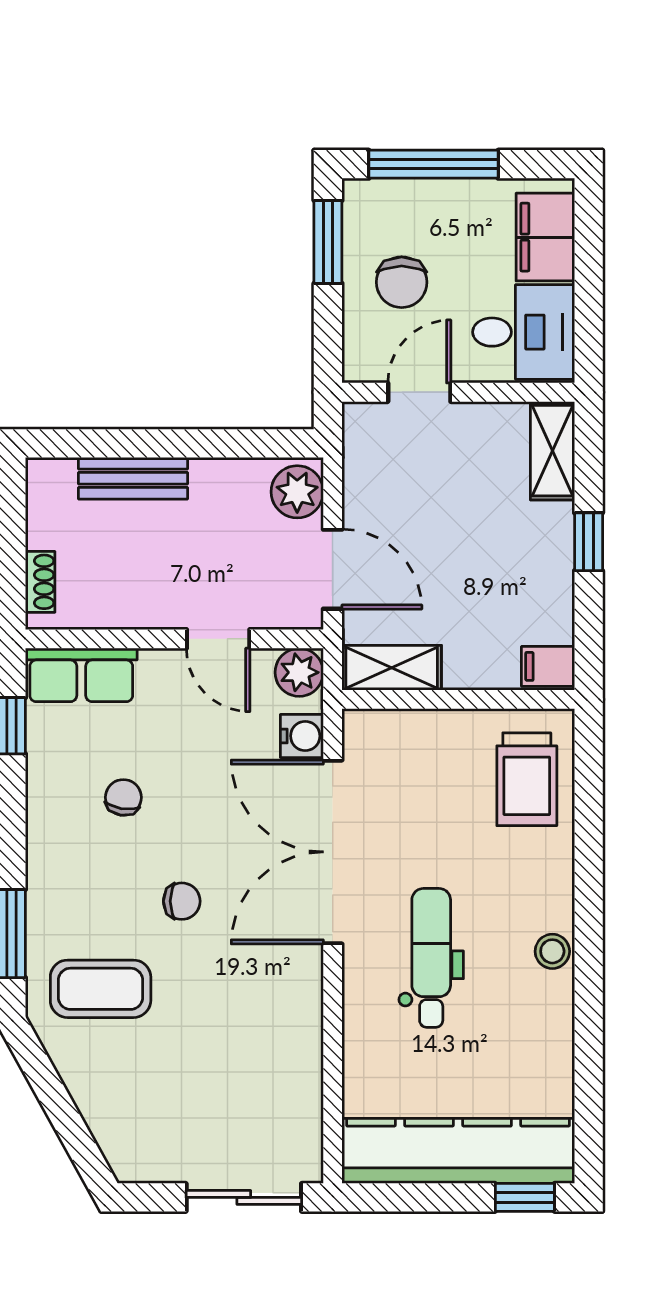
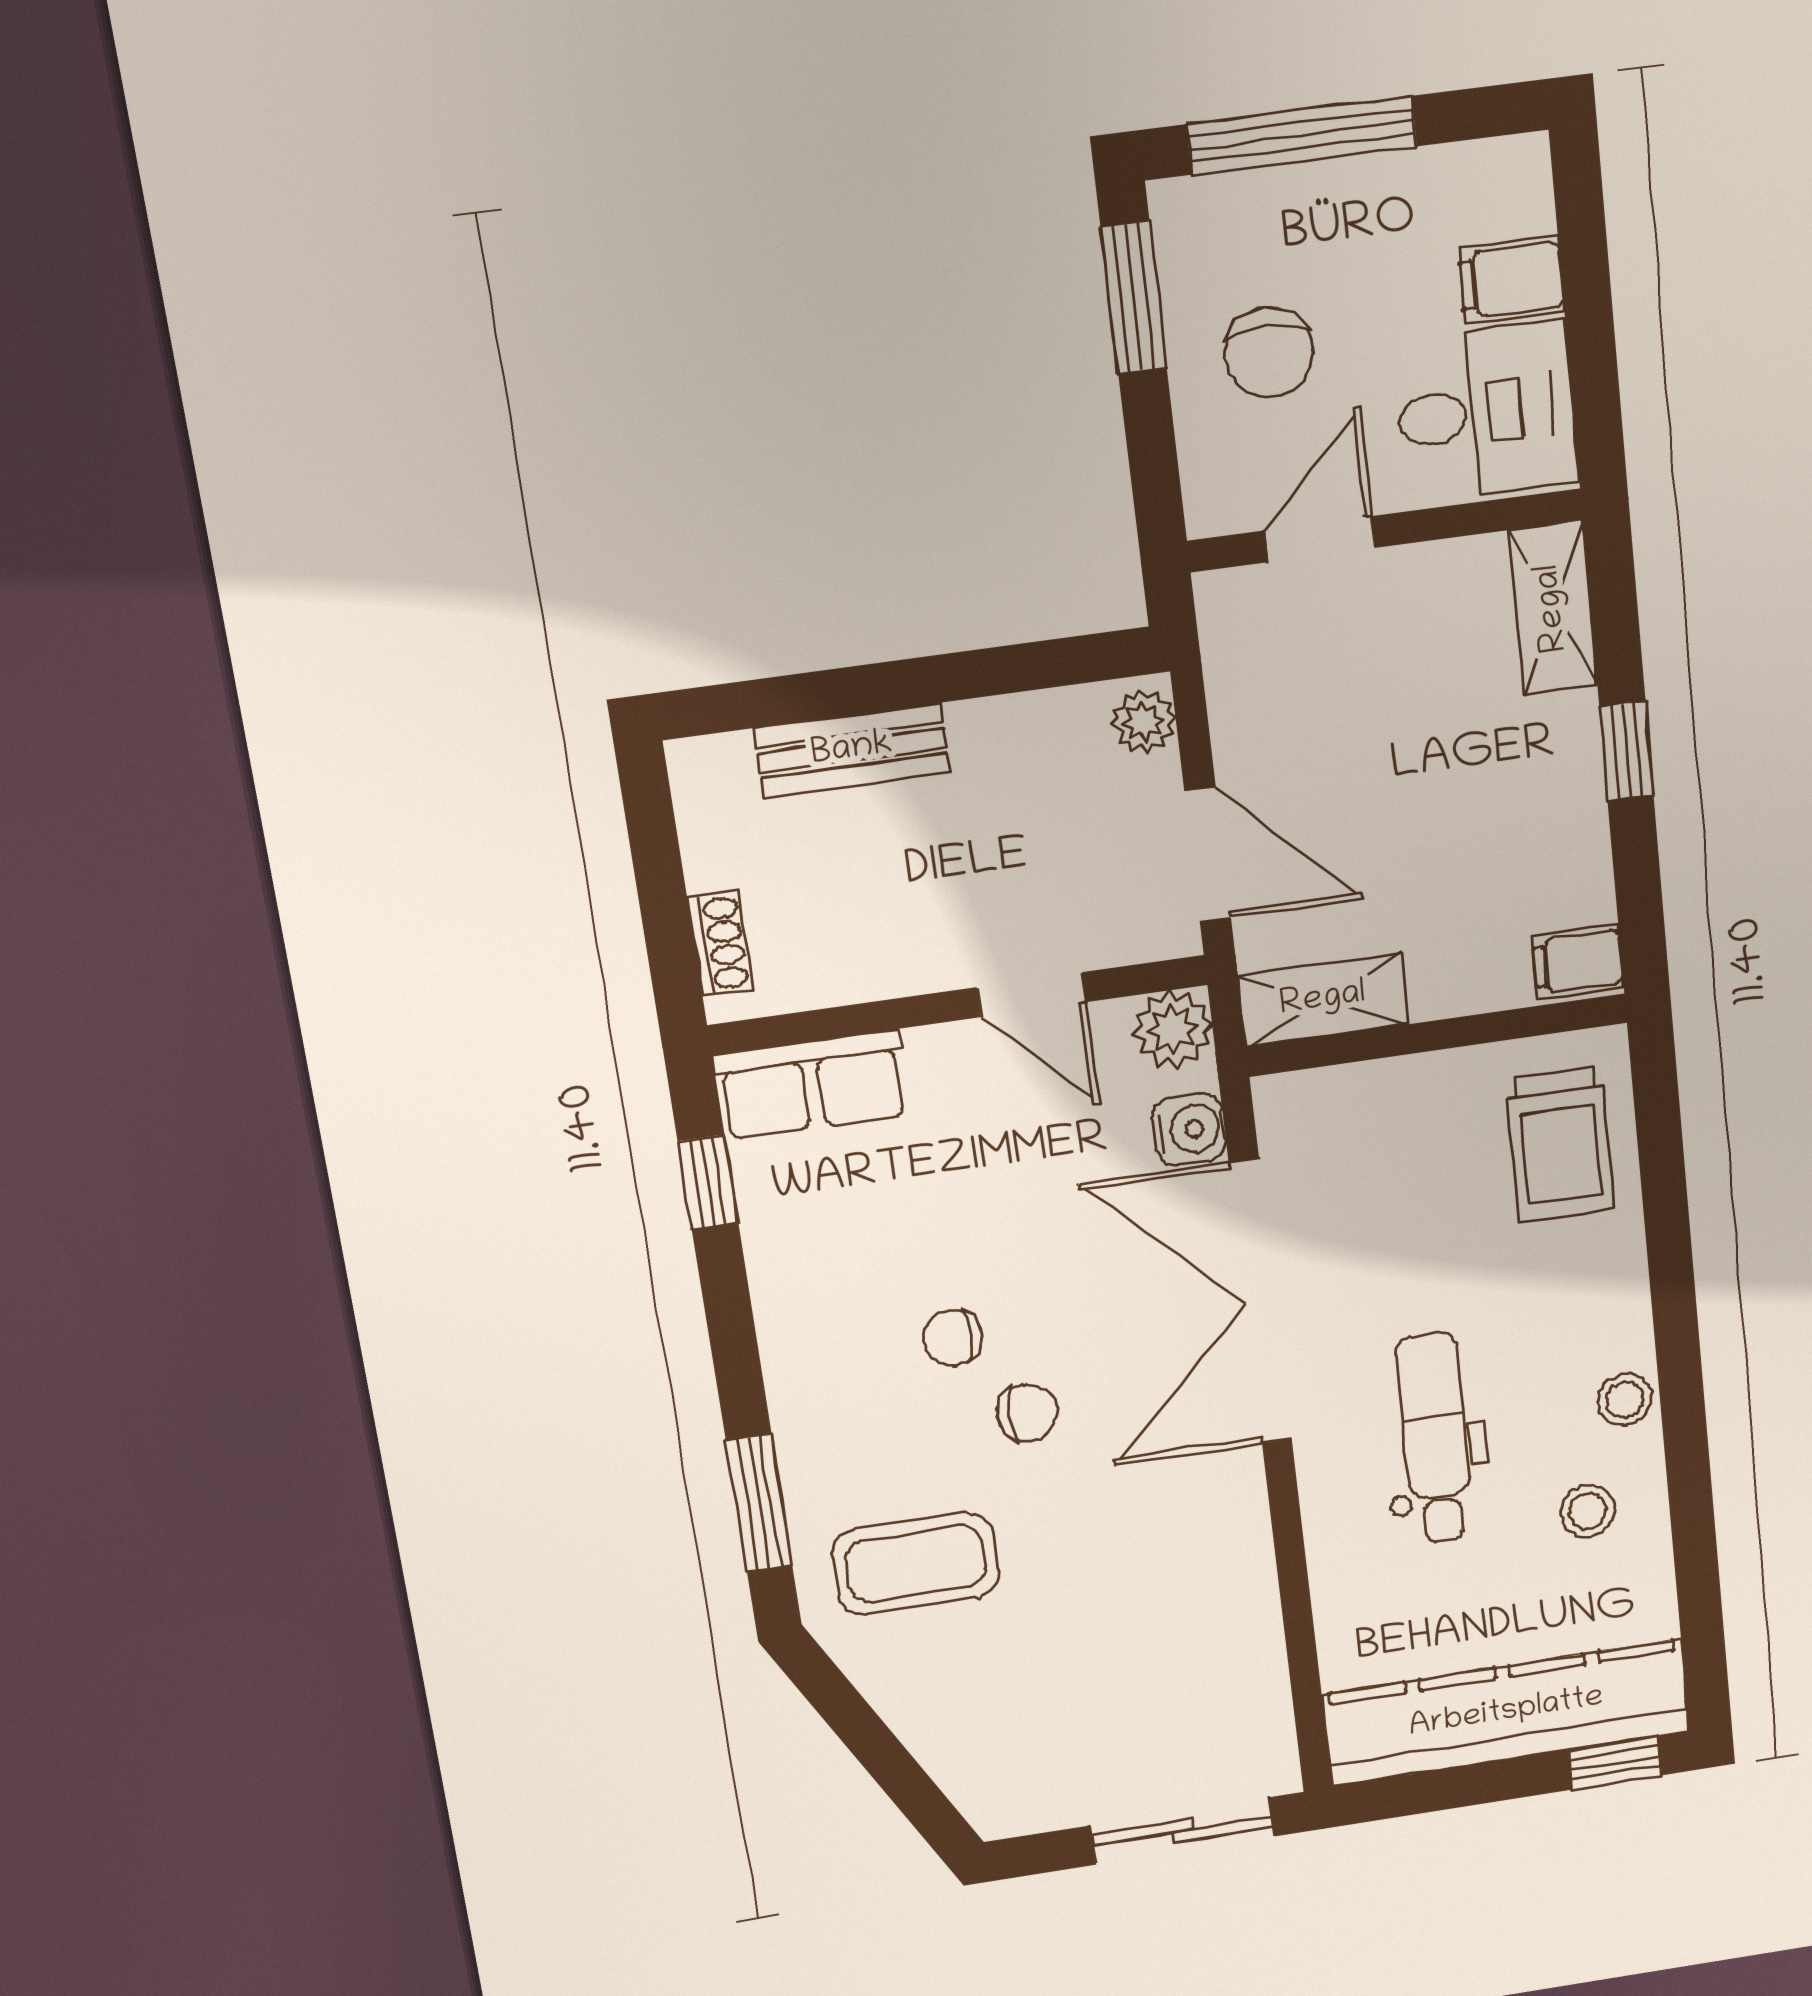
filing cabinet: (545, 237) -> (1511, 280), width x0.50
plant: (297, 492) -> (1144, 722), width x0.73, depth x0.73
chair: (123, 797) -> (953, 1338), moved, turned -99
stool: (522, 1022) -> (1587, 1511), added

